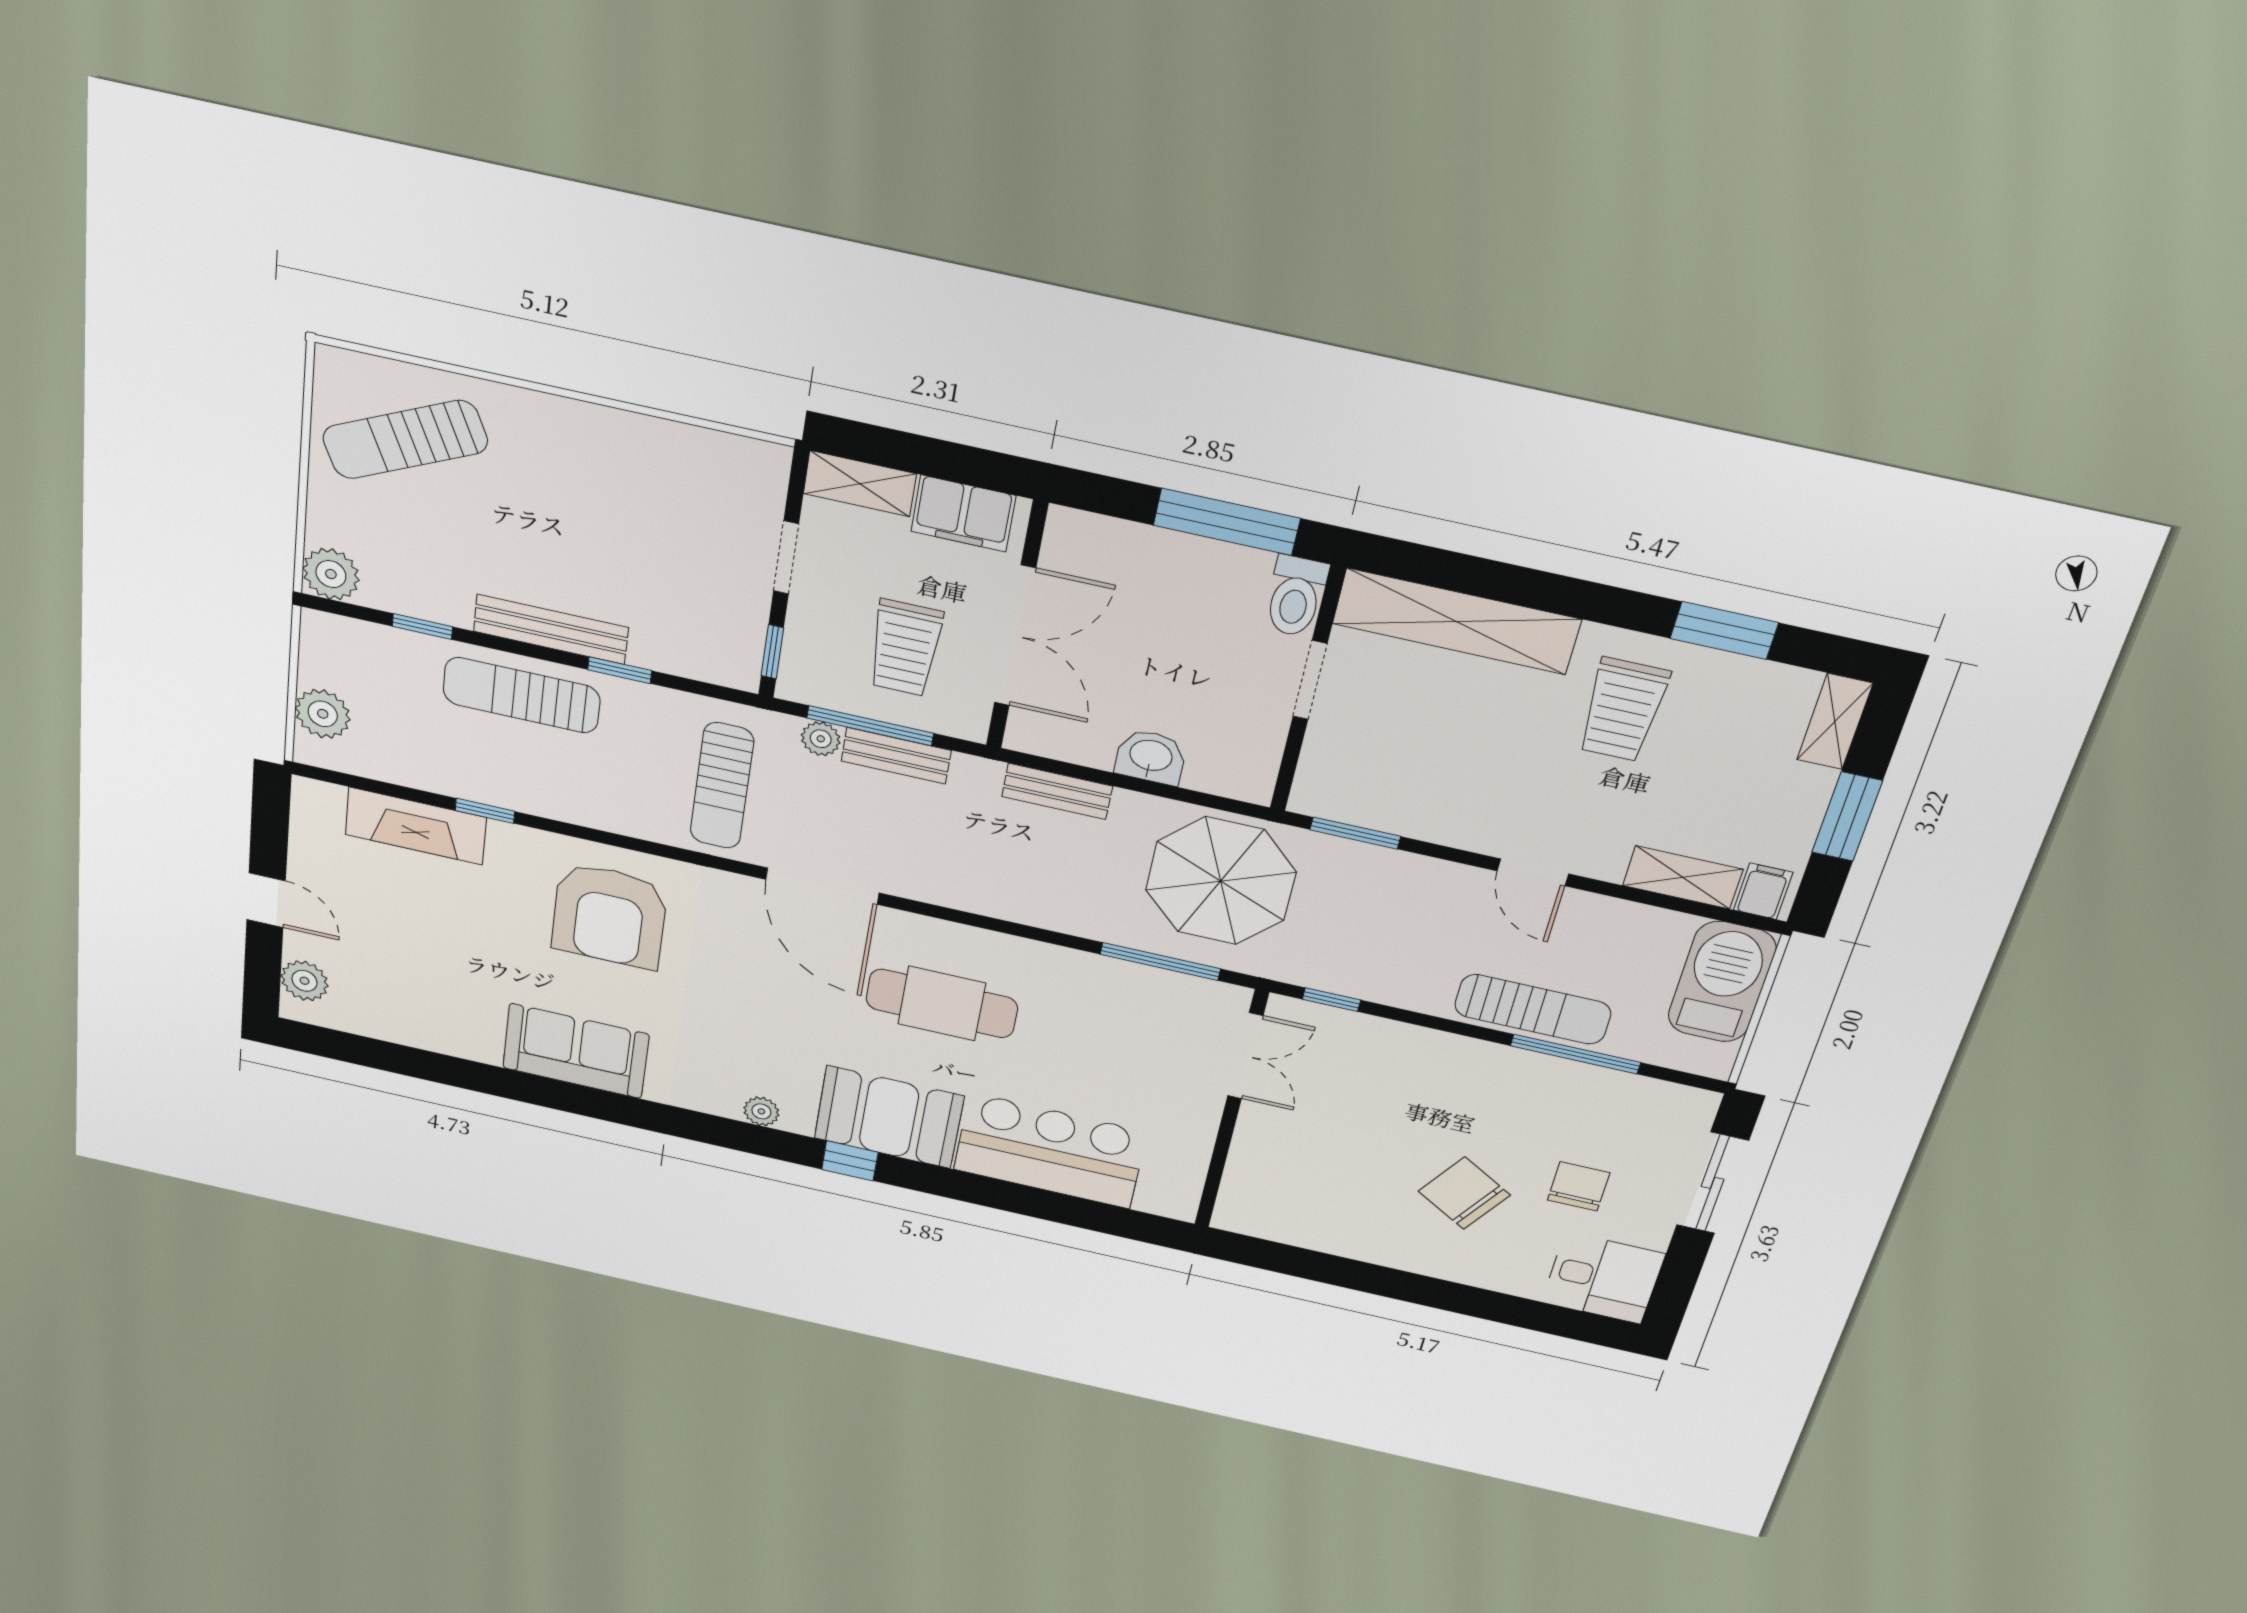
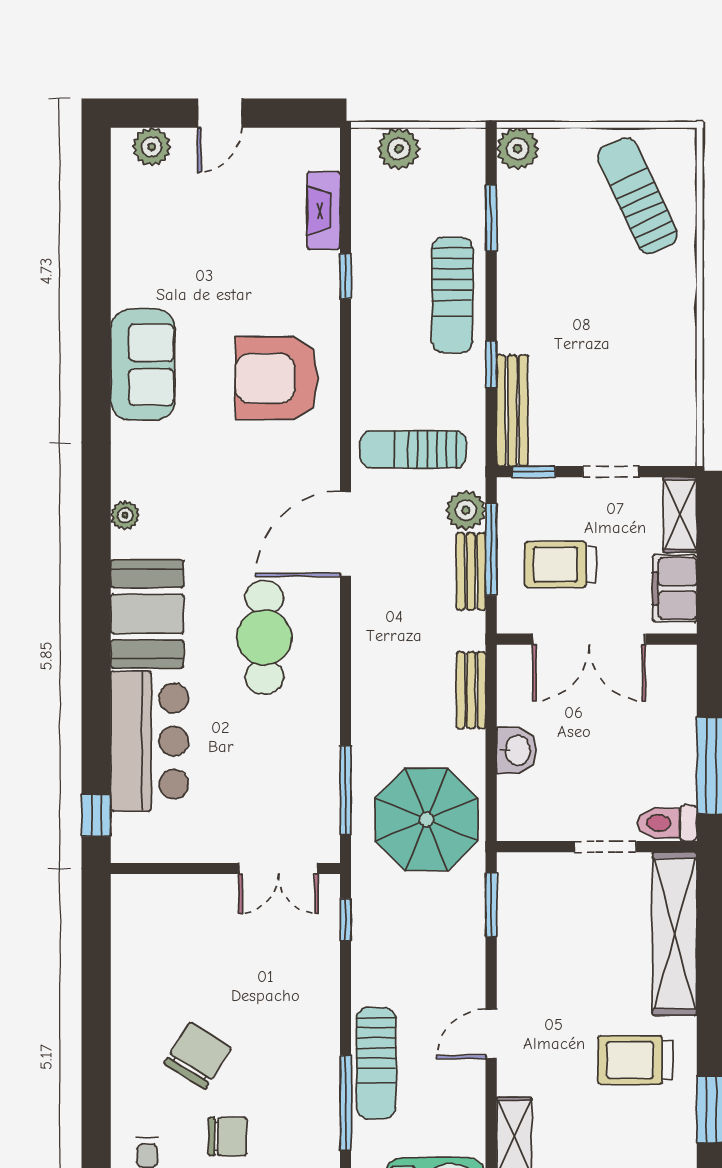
window: (422, 627) -> (491, 218), width x1.50
bench: (551, 629) -> (512, 411), moved
sun lounger: (521, 695) -> (452, 295), turned 180
plant: (821, 739) -> (466, 510), width x1.38, depth x1.38
fireplace: (416, 826) -> (324, 211), width x0.73, depth x0.76
window: (850, 1161) -> (96, 815), moved

